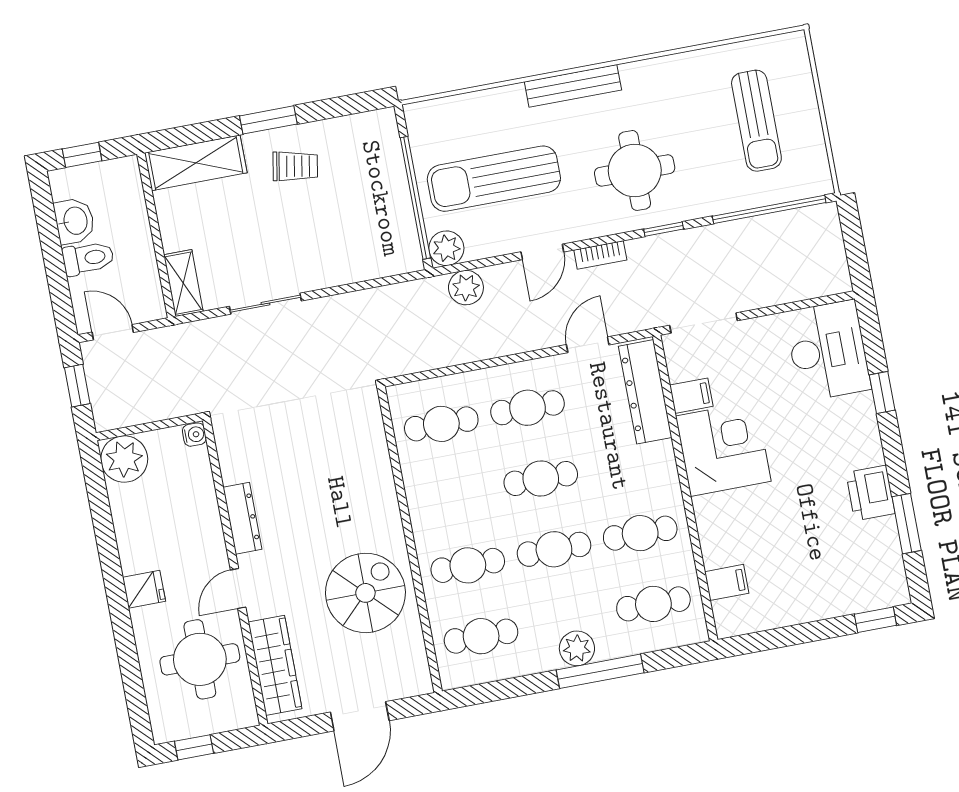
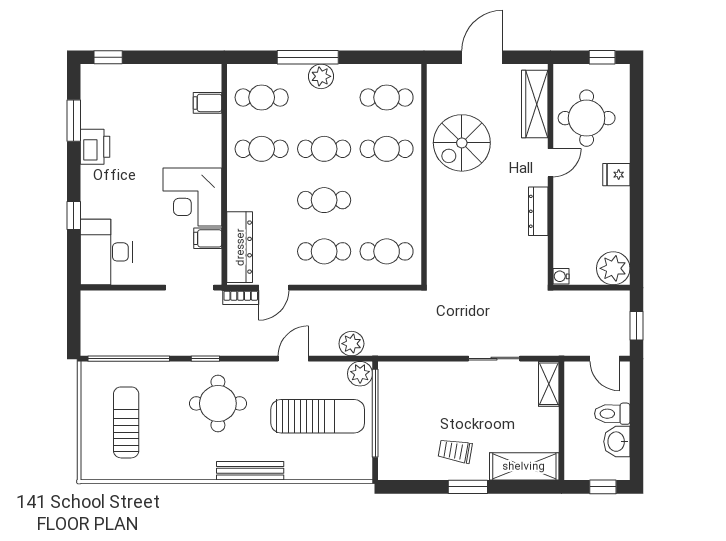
bookcase: (600, 255) -> (241, 297), moved, turned 180

